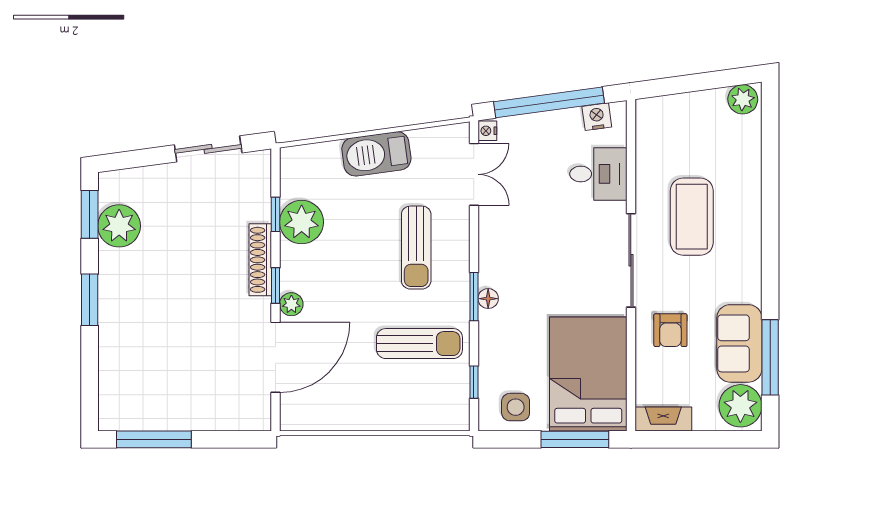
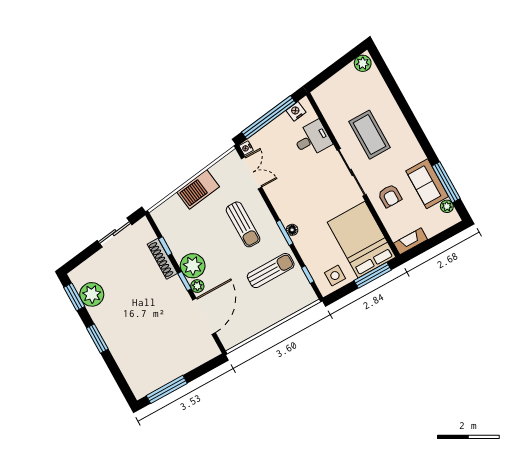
plant: (302, 222) -> (193, 266), moved
shoe rack: (260, 260) -> (162, 259), moved
plant: (740, 406) -> (447, 206), width x0.53, depth x0.53

